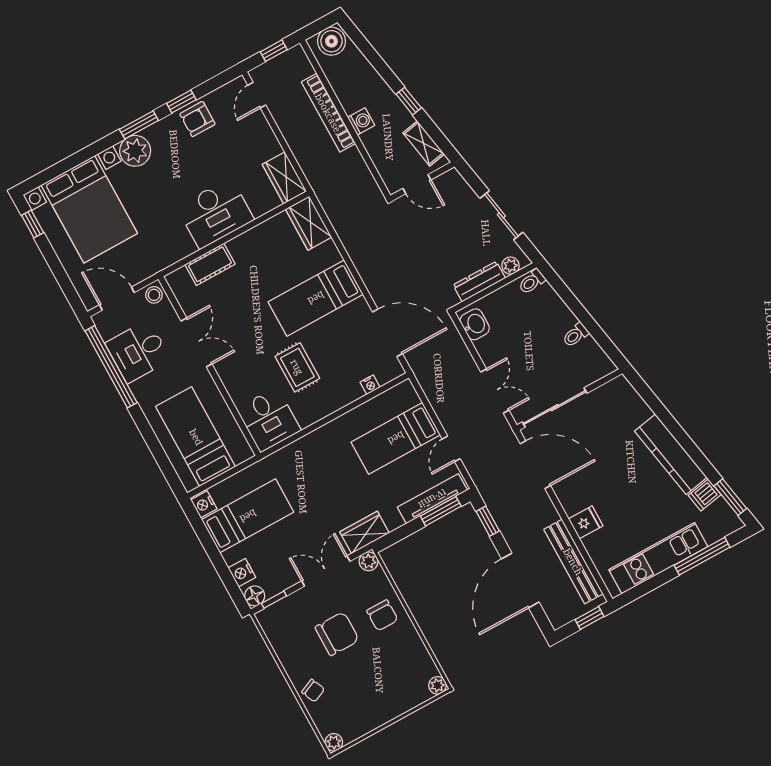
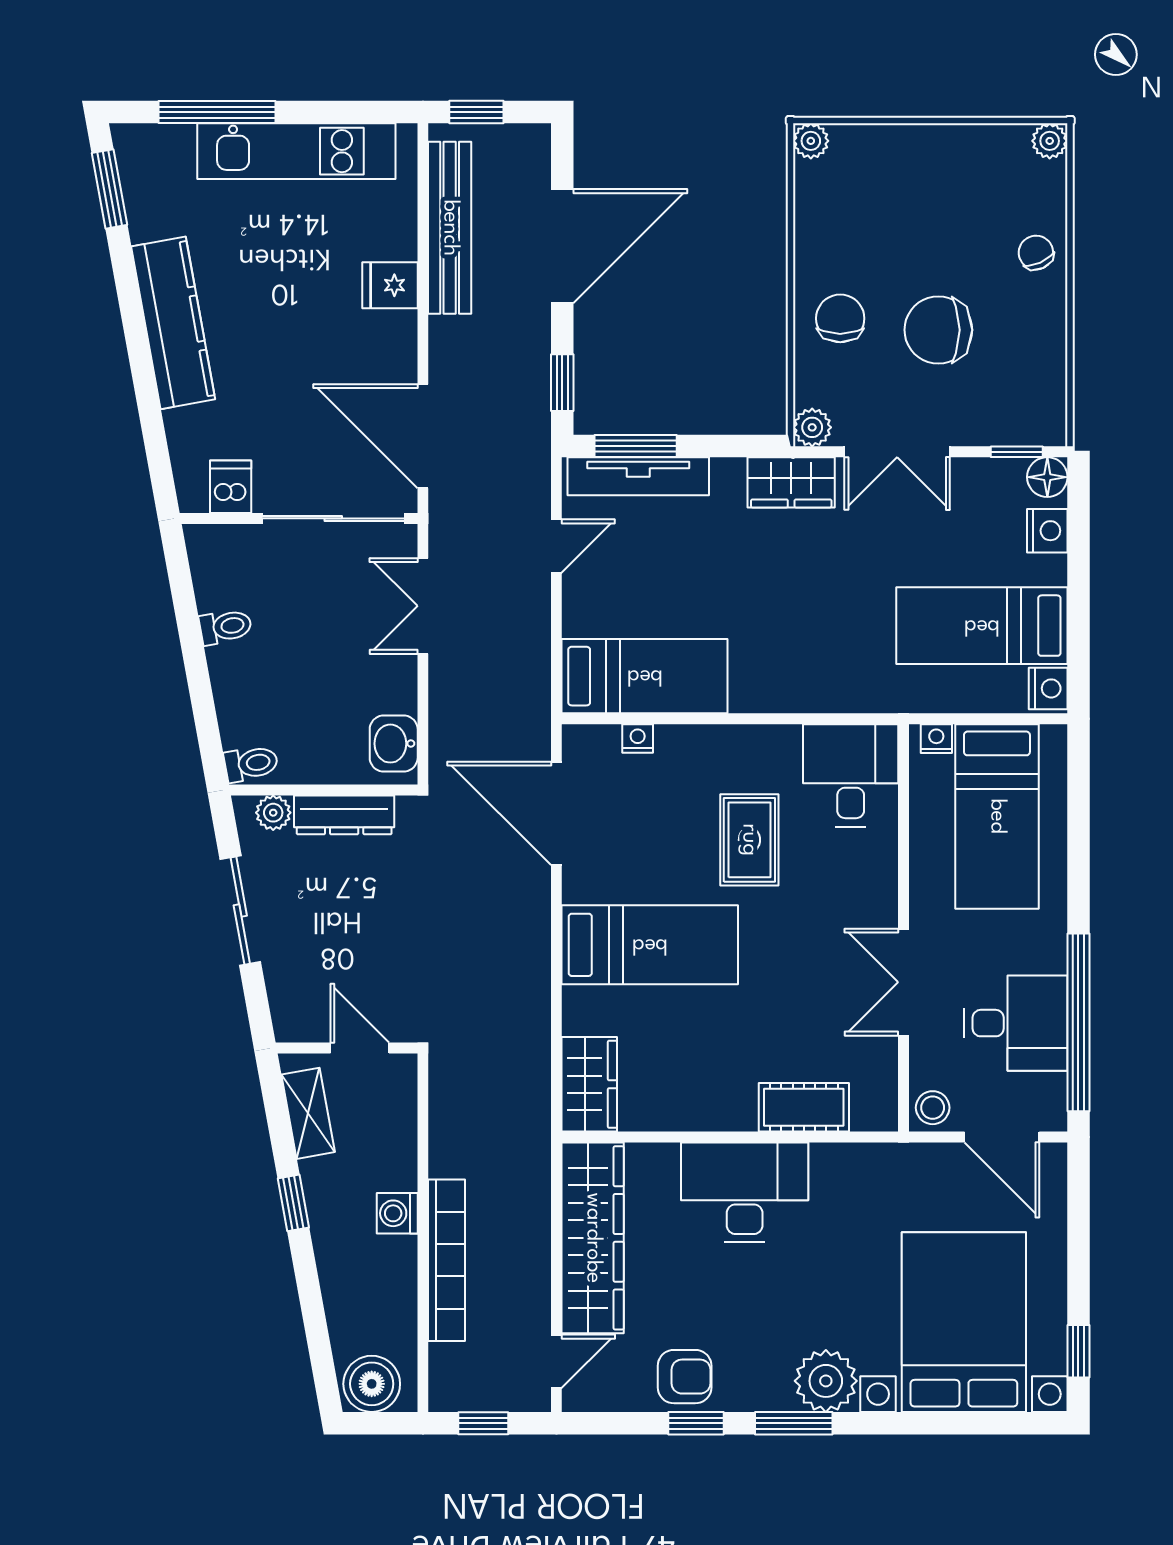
wardrobe: (284, 178) -> (593, 1238), width x2.10, depth x1.17
bed: (396, 438) -> (645, 676), moved
nightstand: (240, 456) -> (936, 739), added
dishwasher: (705, 495) -> (231, 487), moved, turned -80

